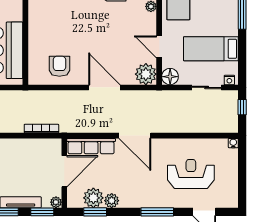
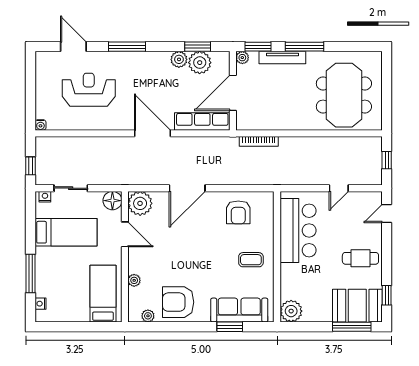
coffee table: (48, 25) -> (251, 260), added
door: (104, 87) -> (187, 188), hinge flipped
reception desk: (191, 174) -> (89, 90), turned 180

